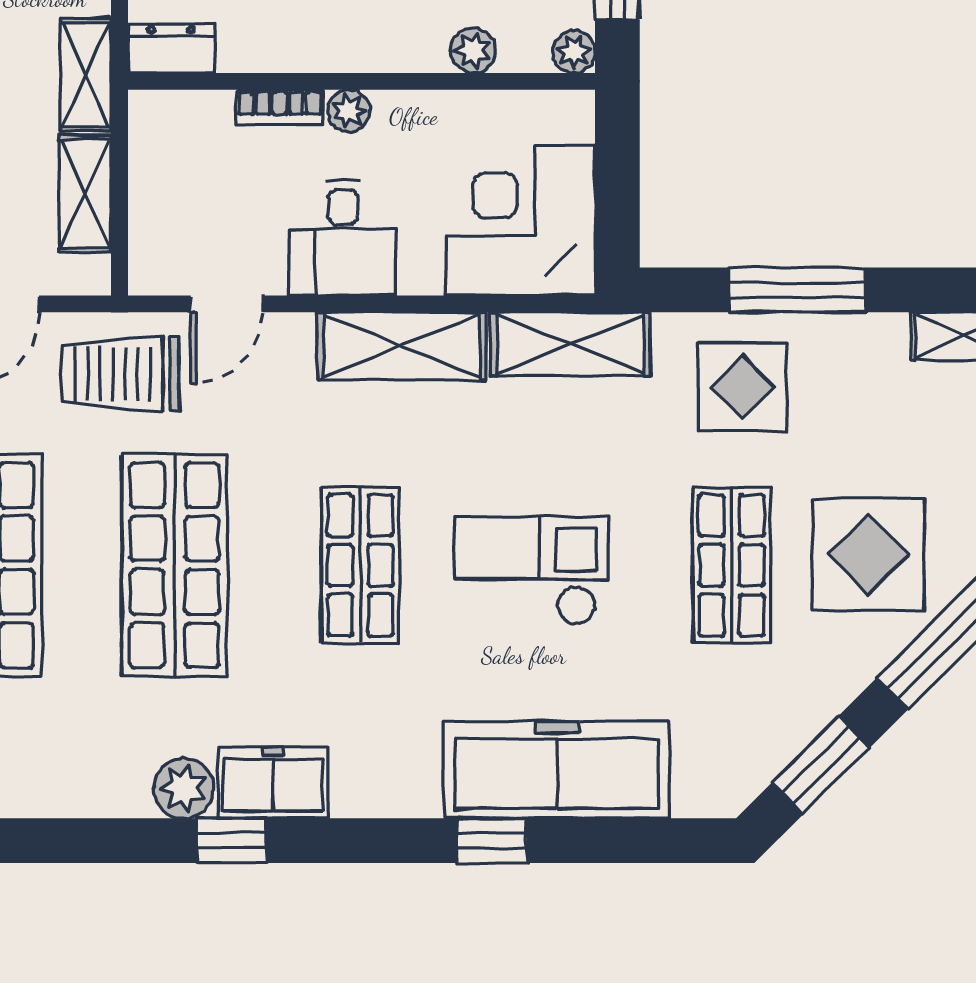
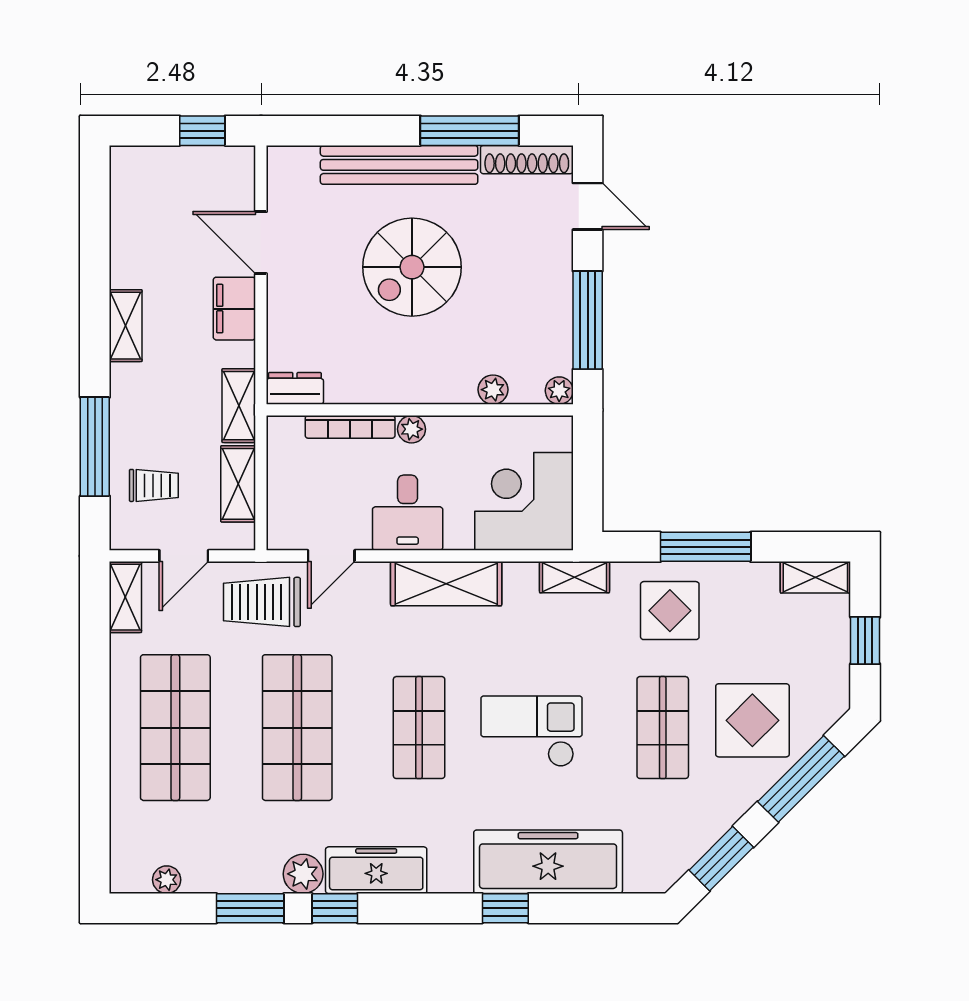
bookcase: (280, 107) -> (350, 427), width x1.56
shelving: (571, 344) -> (574, 577), width x0.67, depth x0.75
freezer: (273, 783) -> (376, 870), width x1.40
window: (103, 841) -> (250, 908), added

